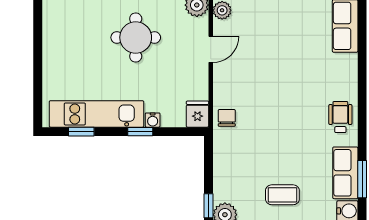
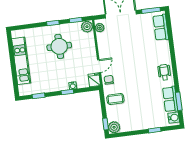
door: (211, 49) -> (99, 66), moved
kitchen unit: (96, 114) -> (21, 61), moved, turned 90
coffee table: (282, 195) -> (115, 99), moved

